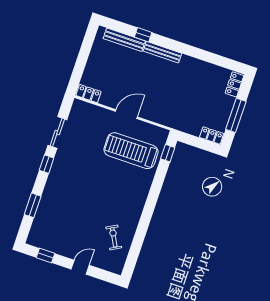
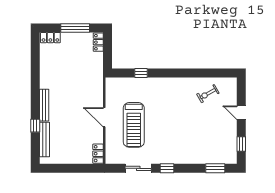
treadmill: (131, 151) -> (134, 125), moved
window: (168, 153) -> (141, 73), moved
window: (33, 205) -> (215, 168), moved

